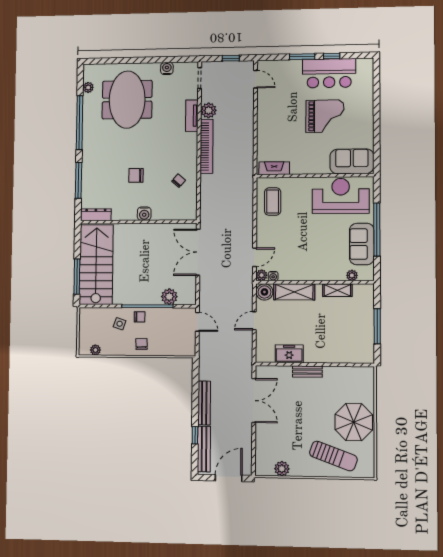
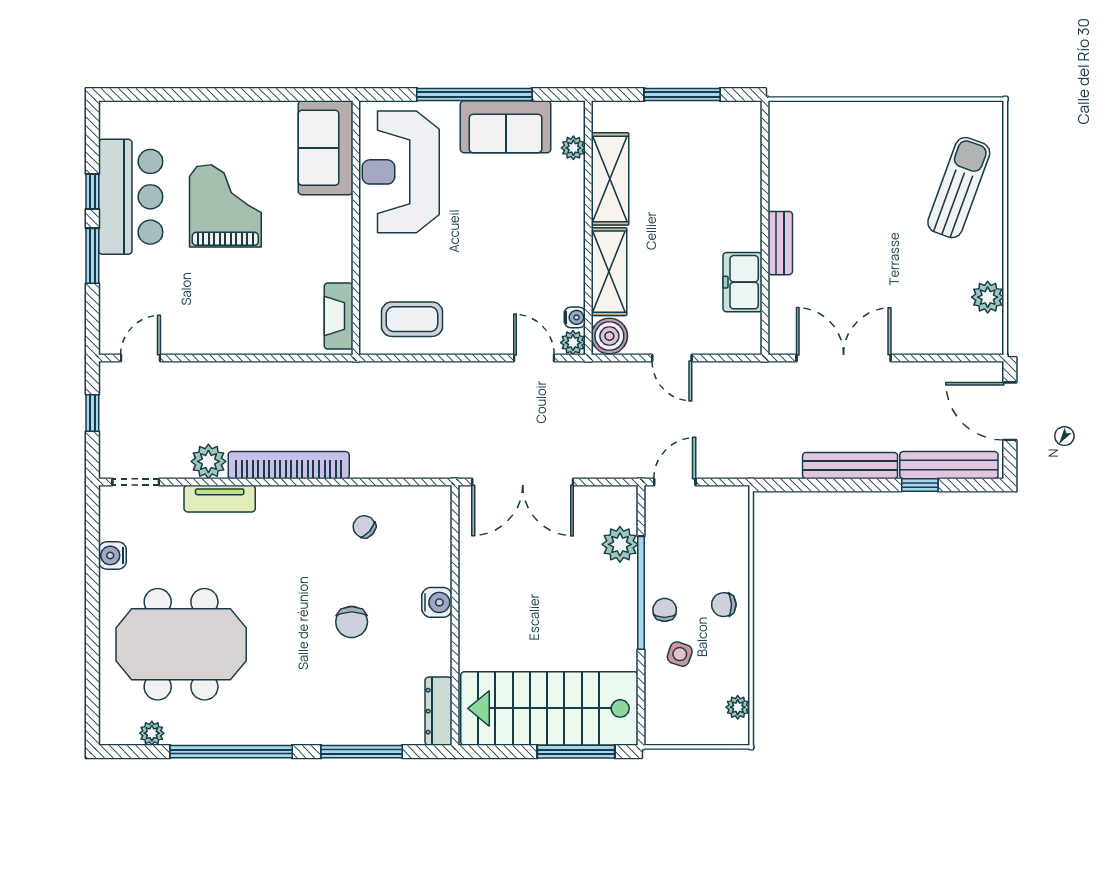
shelving: (337, 290) -> (610, 179), width x1.50, depth x1.33
parasol: (354, 422) -> (887, 144), removed

